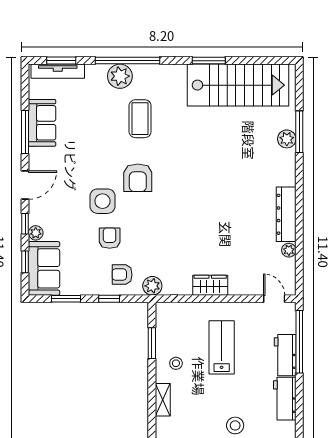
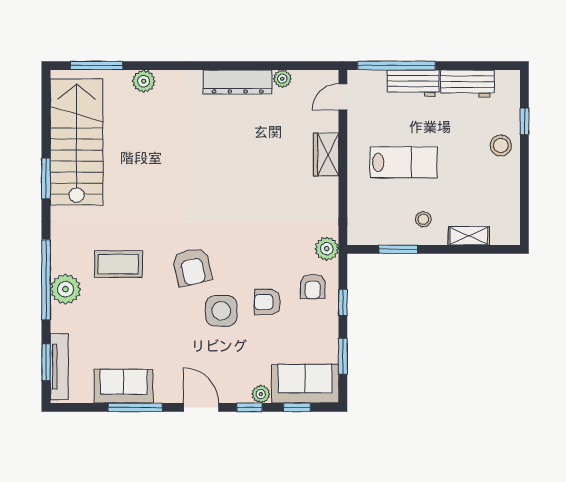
window: (299, 132) -> (96, 66), moved
armchair: (138, 178) -> (192, 267), turned 77
wardrobe: (210, 285) -> (326, 154), moved
lab bench: (222, 347) -> (404, 162), turned 180

